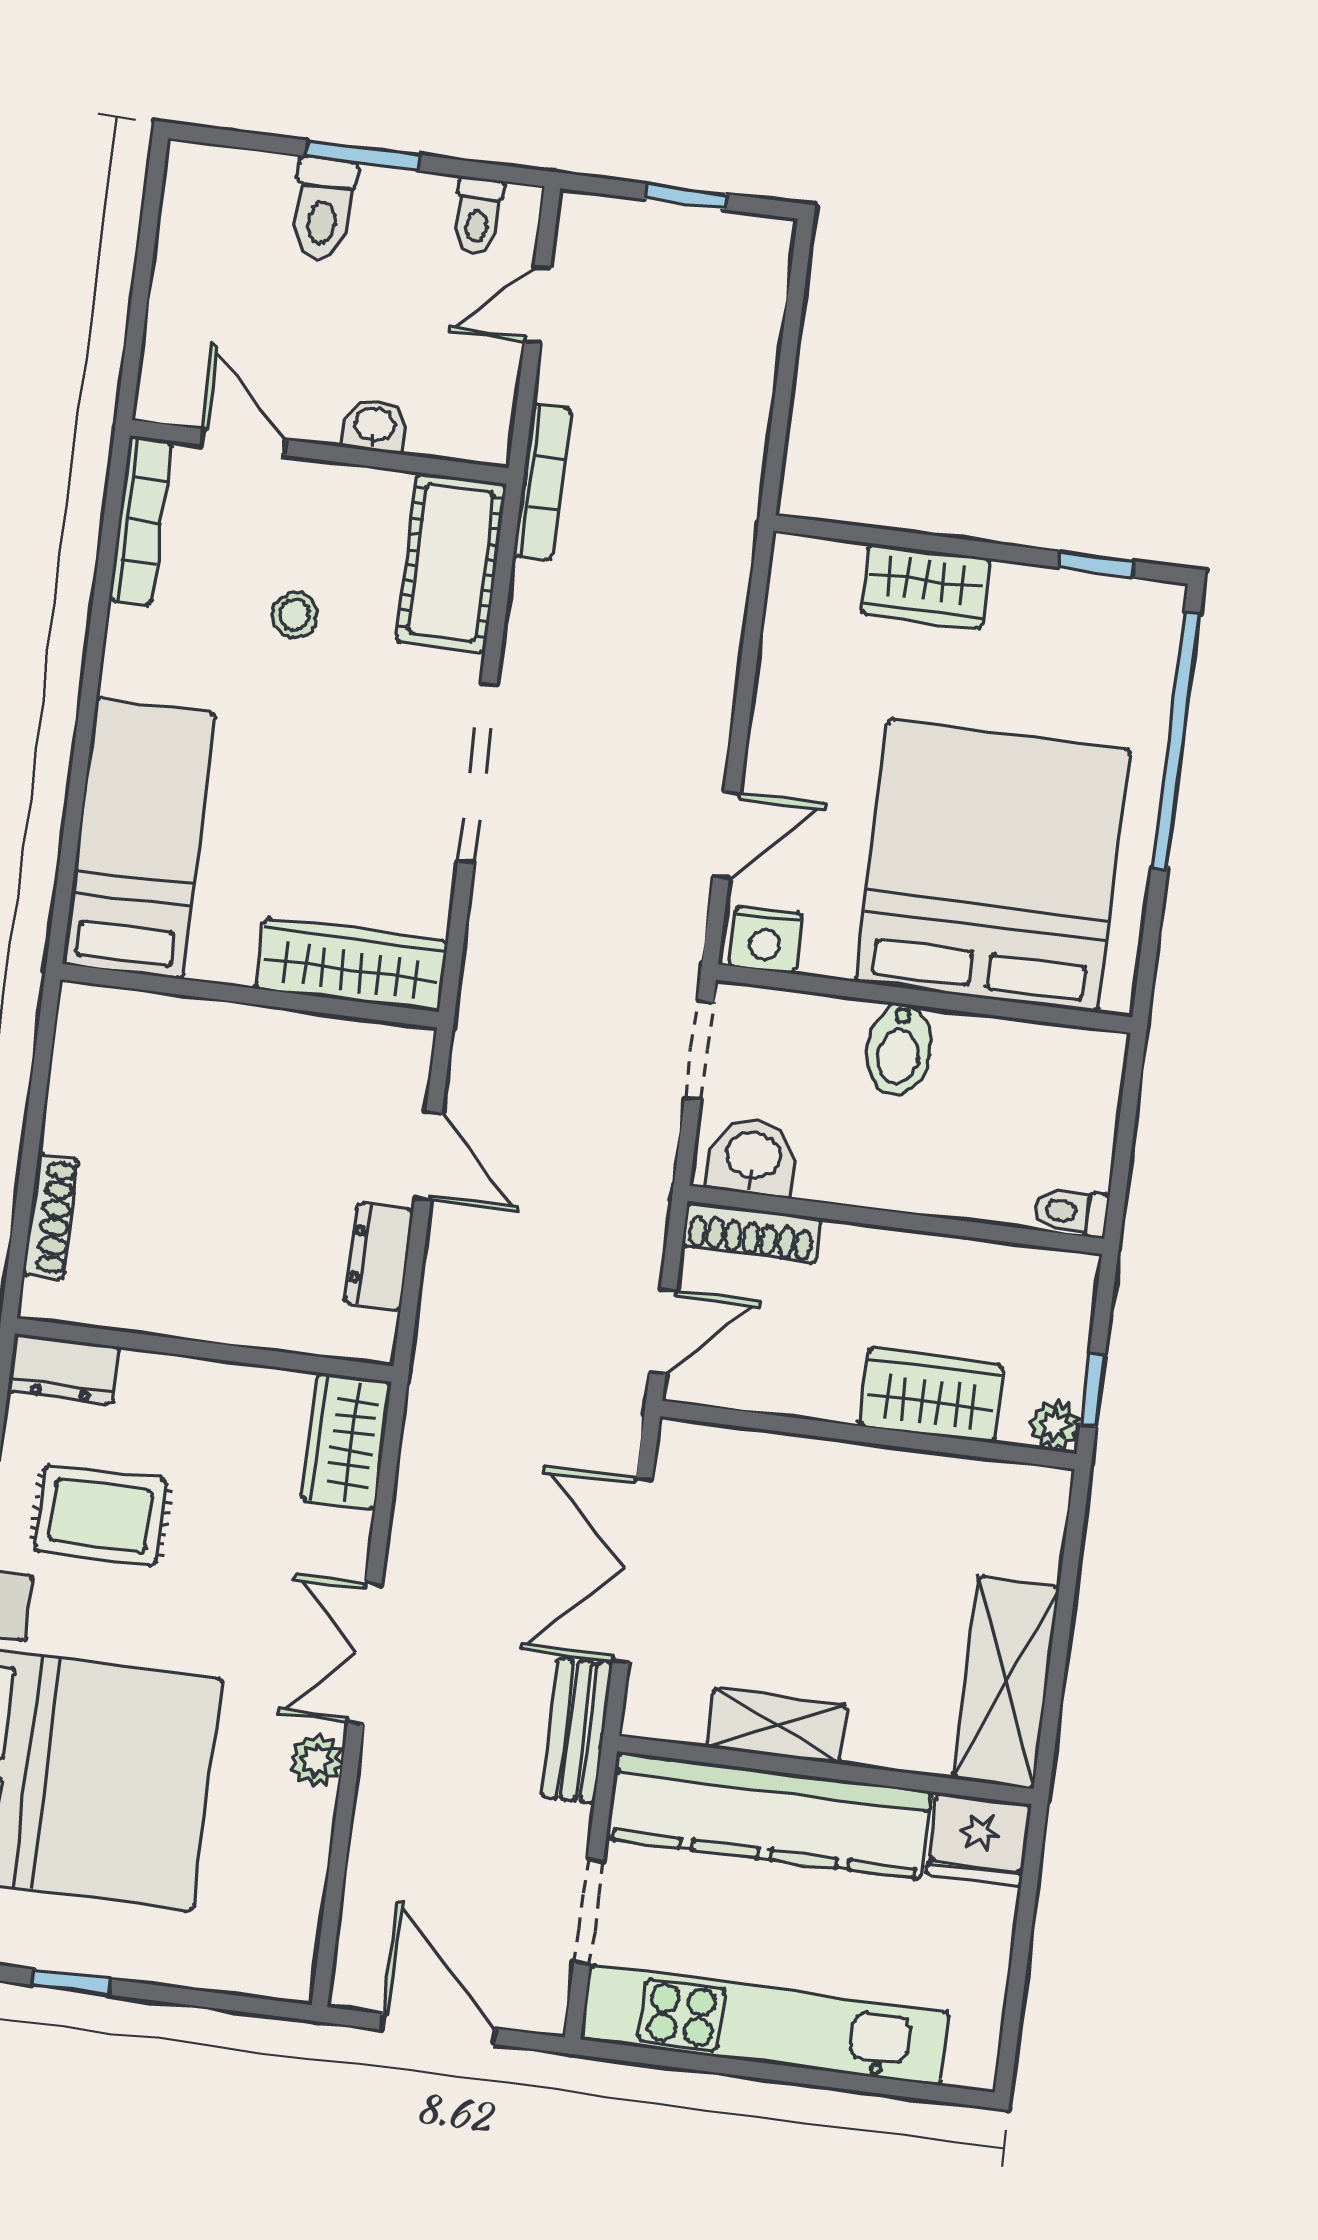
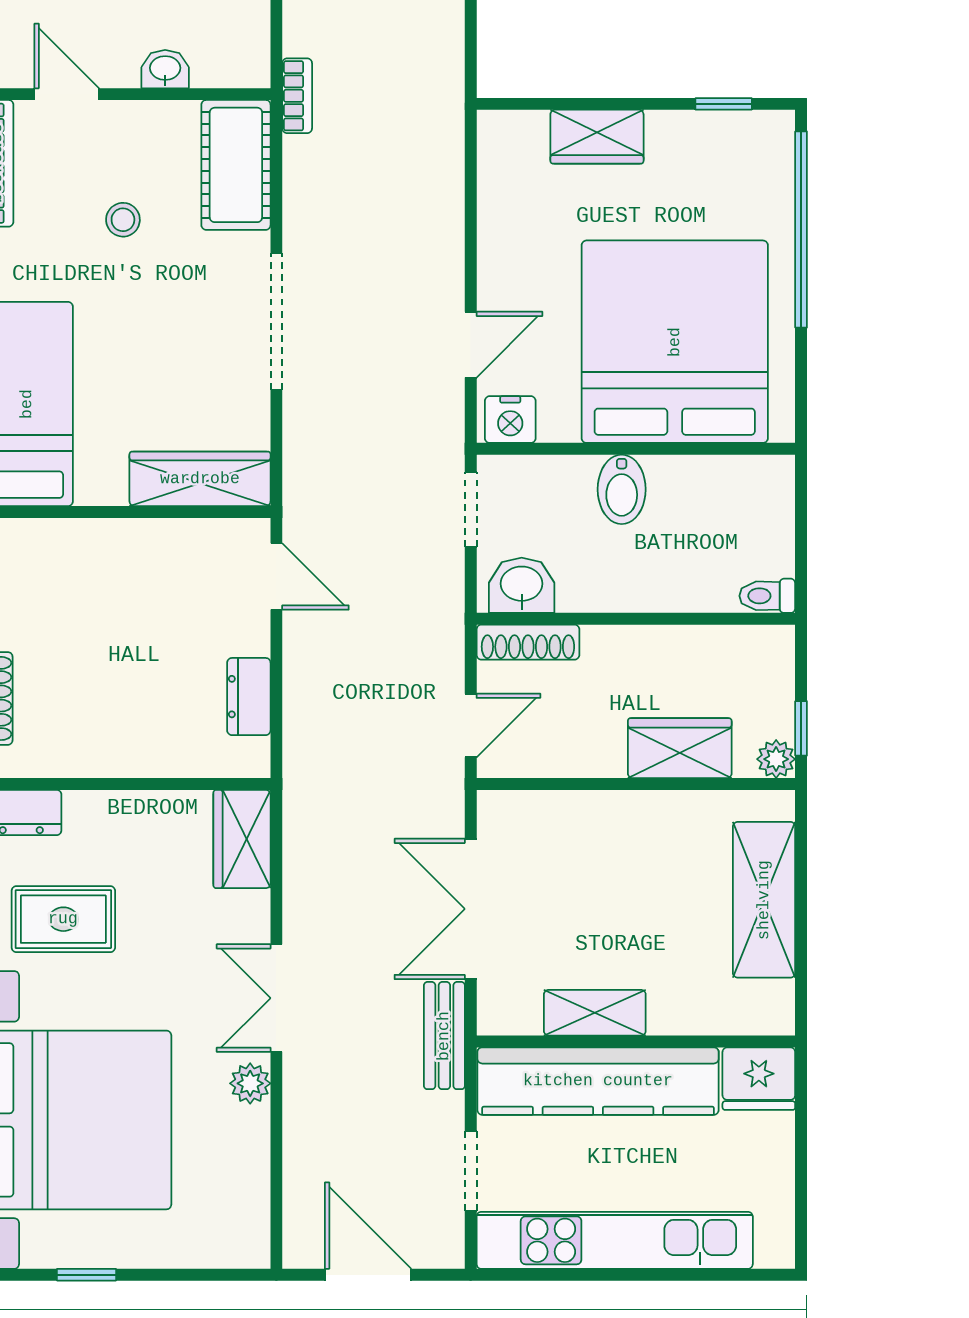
bookcase: (542, 483) -> (297, 96), width x0.64
door: (428, 1156) -> (276, 576), moved
shelving: (1006, 1683) -> (764, 900), moved

